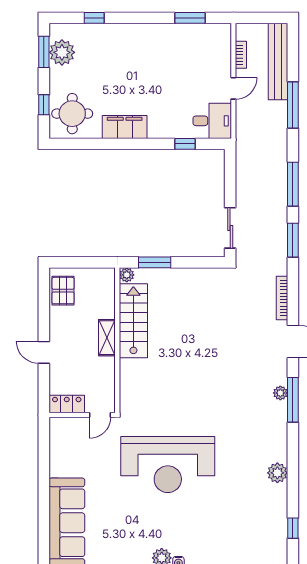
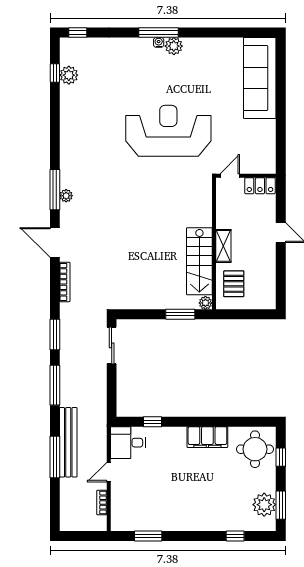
bench: (278, 62) -> (68, 442), moved
pallet: (63, 291) -> (234, 284), moved
plant: (277, 473) -> (69, 75), moved

